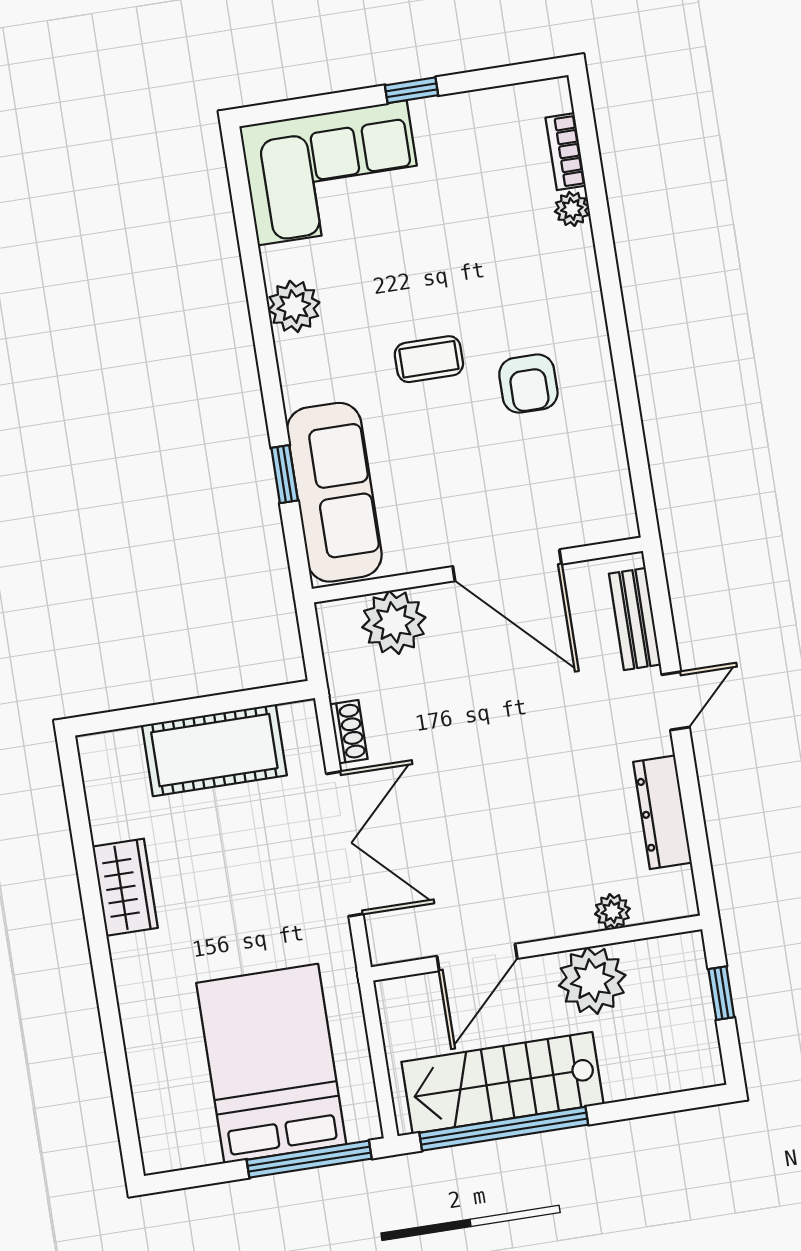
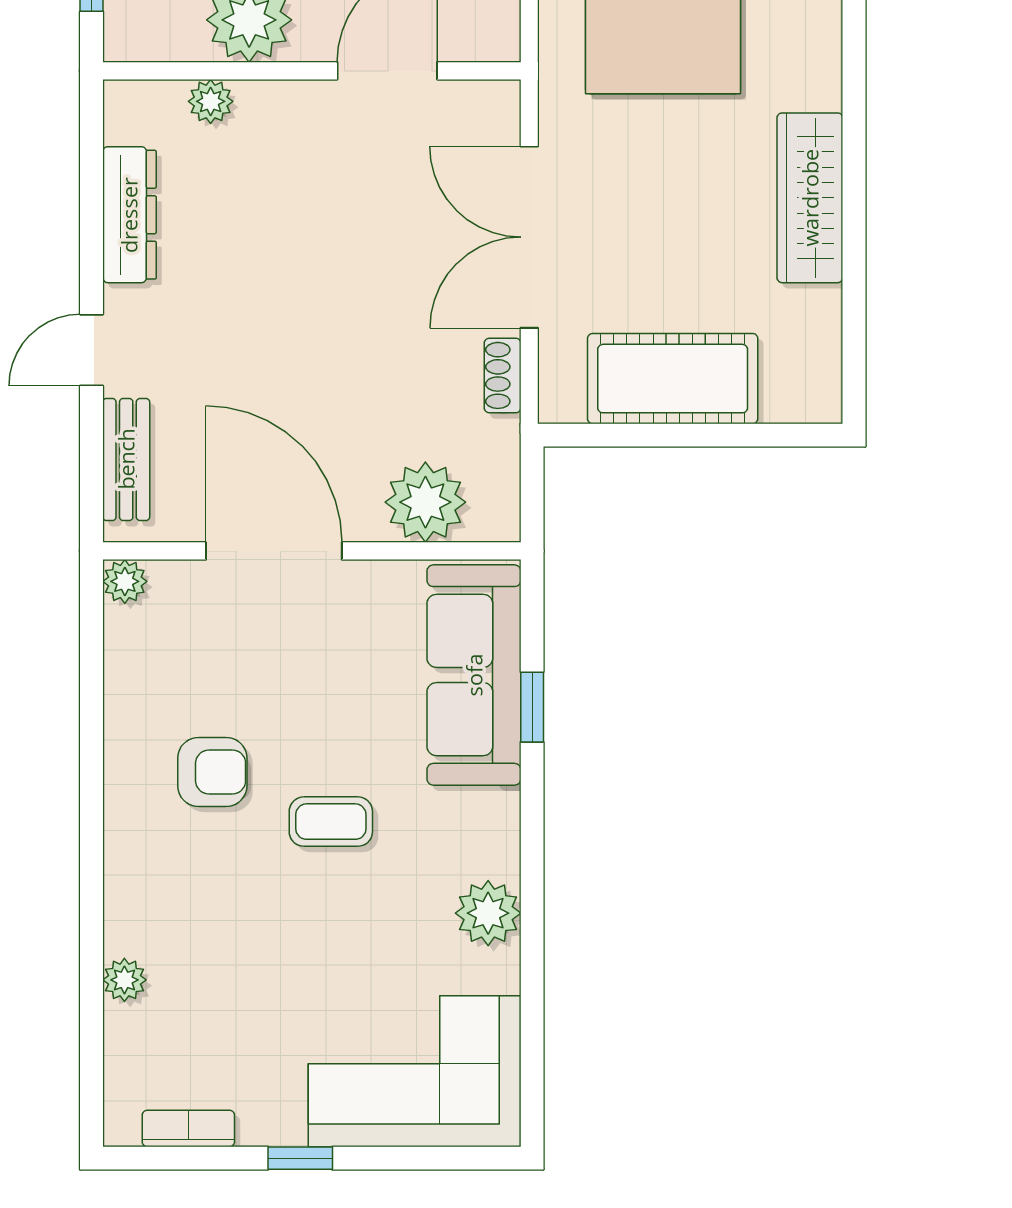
bookcase: (566, 152) -> (188, 1128), moved, turned -90
armchair: (528, 384) -> (212, 772), turned 90
plant: (621, 523) -> (125, 581), added
wardrobe: (125, 887) -> (810, 198), width x1.50

